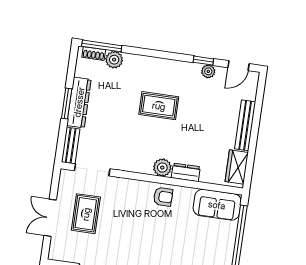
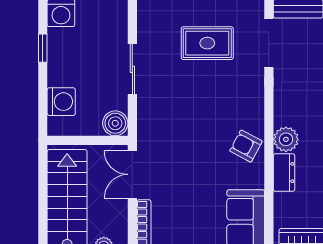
armchair: (163, 197) -> (246, 146), turned 118

